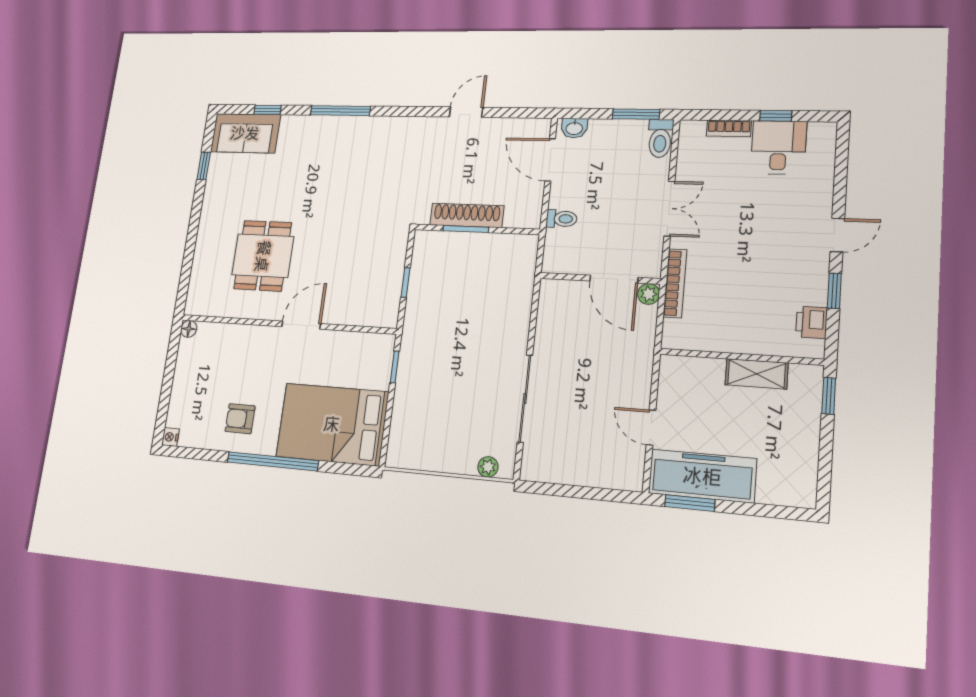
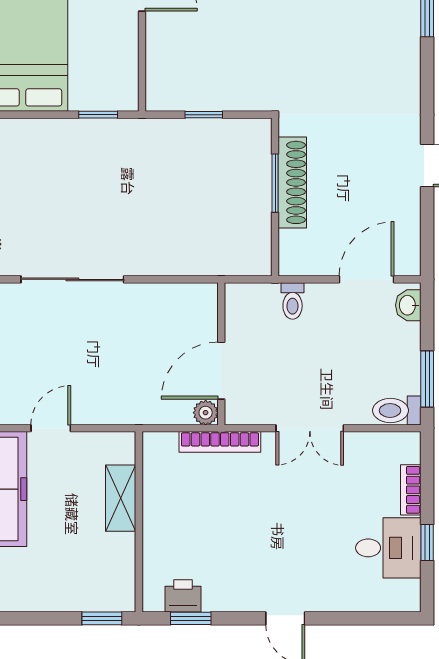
window: (834, 291) -> (191, 618), moved
shelving: (757, 374) -> (121, 498), moved

